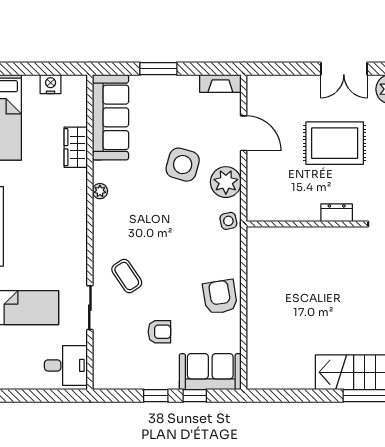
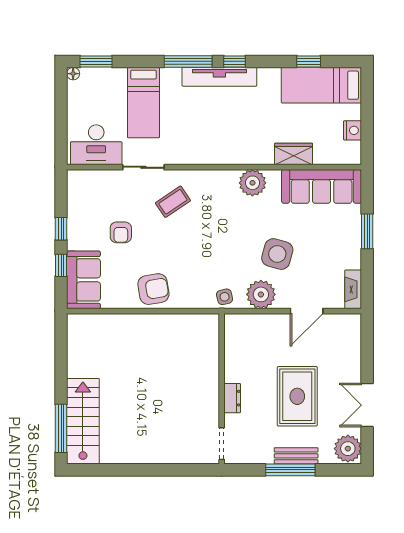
plant: (100, 191) -> (252, 183), width x1.87, depth x1.87
desk: (66, 365) -> (96, 145), width x1.37

